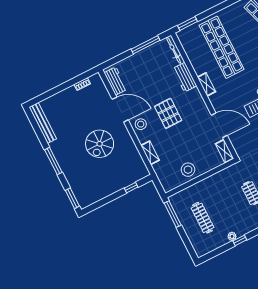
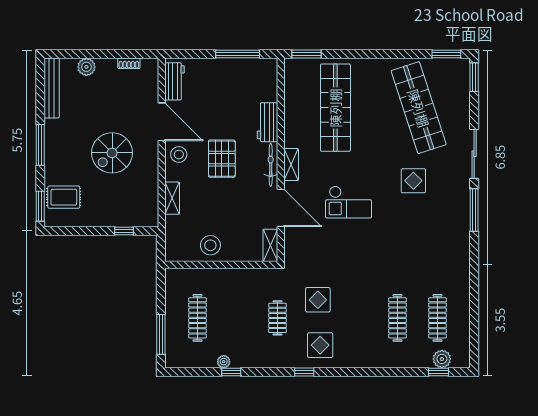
bicycle: (174, 50) -> (271, 165), moved
shelving: (207, 84) -> (291, 165), moved
plant: (57, 99) -> (86, 67), added
rug: (84, 186) -> (64, 197), added
window: (173, 214) -> (161, 334), moved

